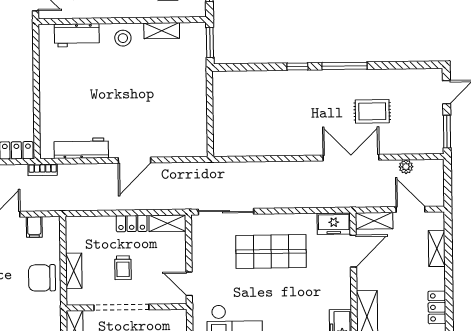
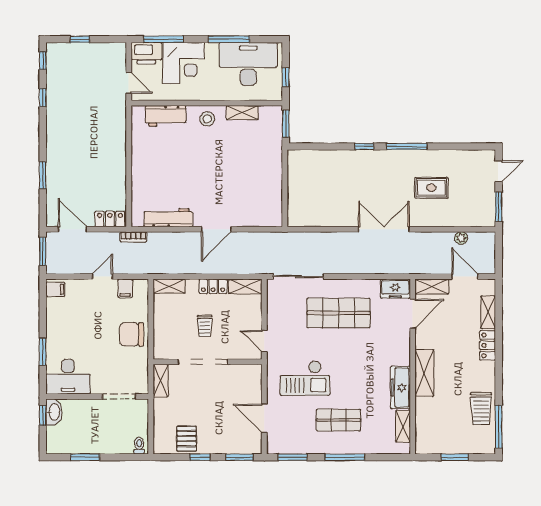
double door: (351, 158) -> (384, 229), moved
shelving: (74, 271) -> (169, 286), moved, turned 90
locker: (437, 307) -> (488, 345), moved

